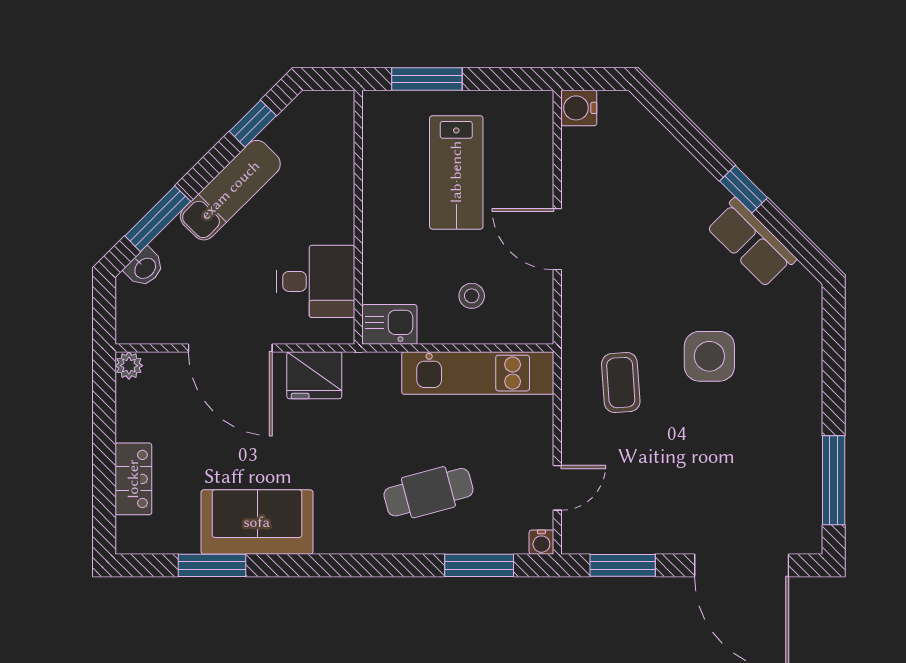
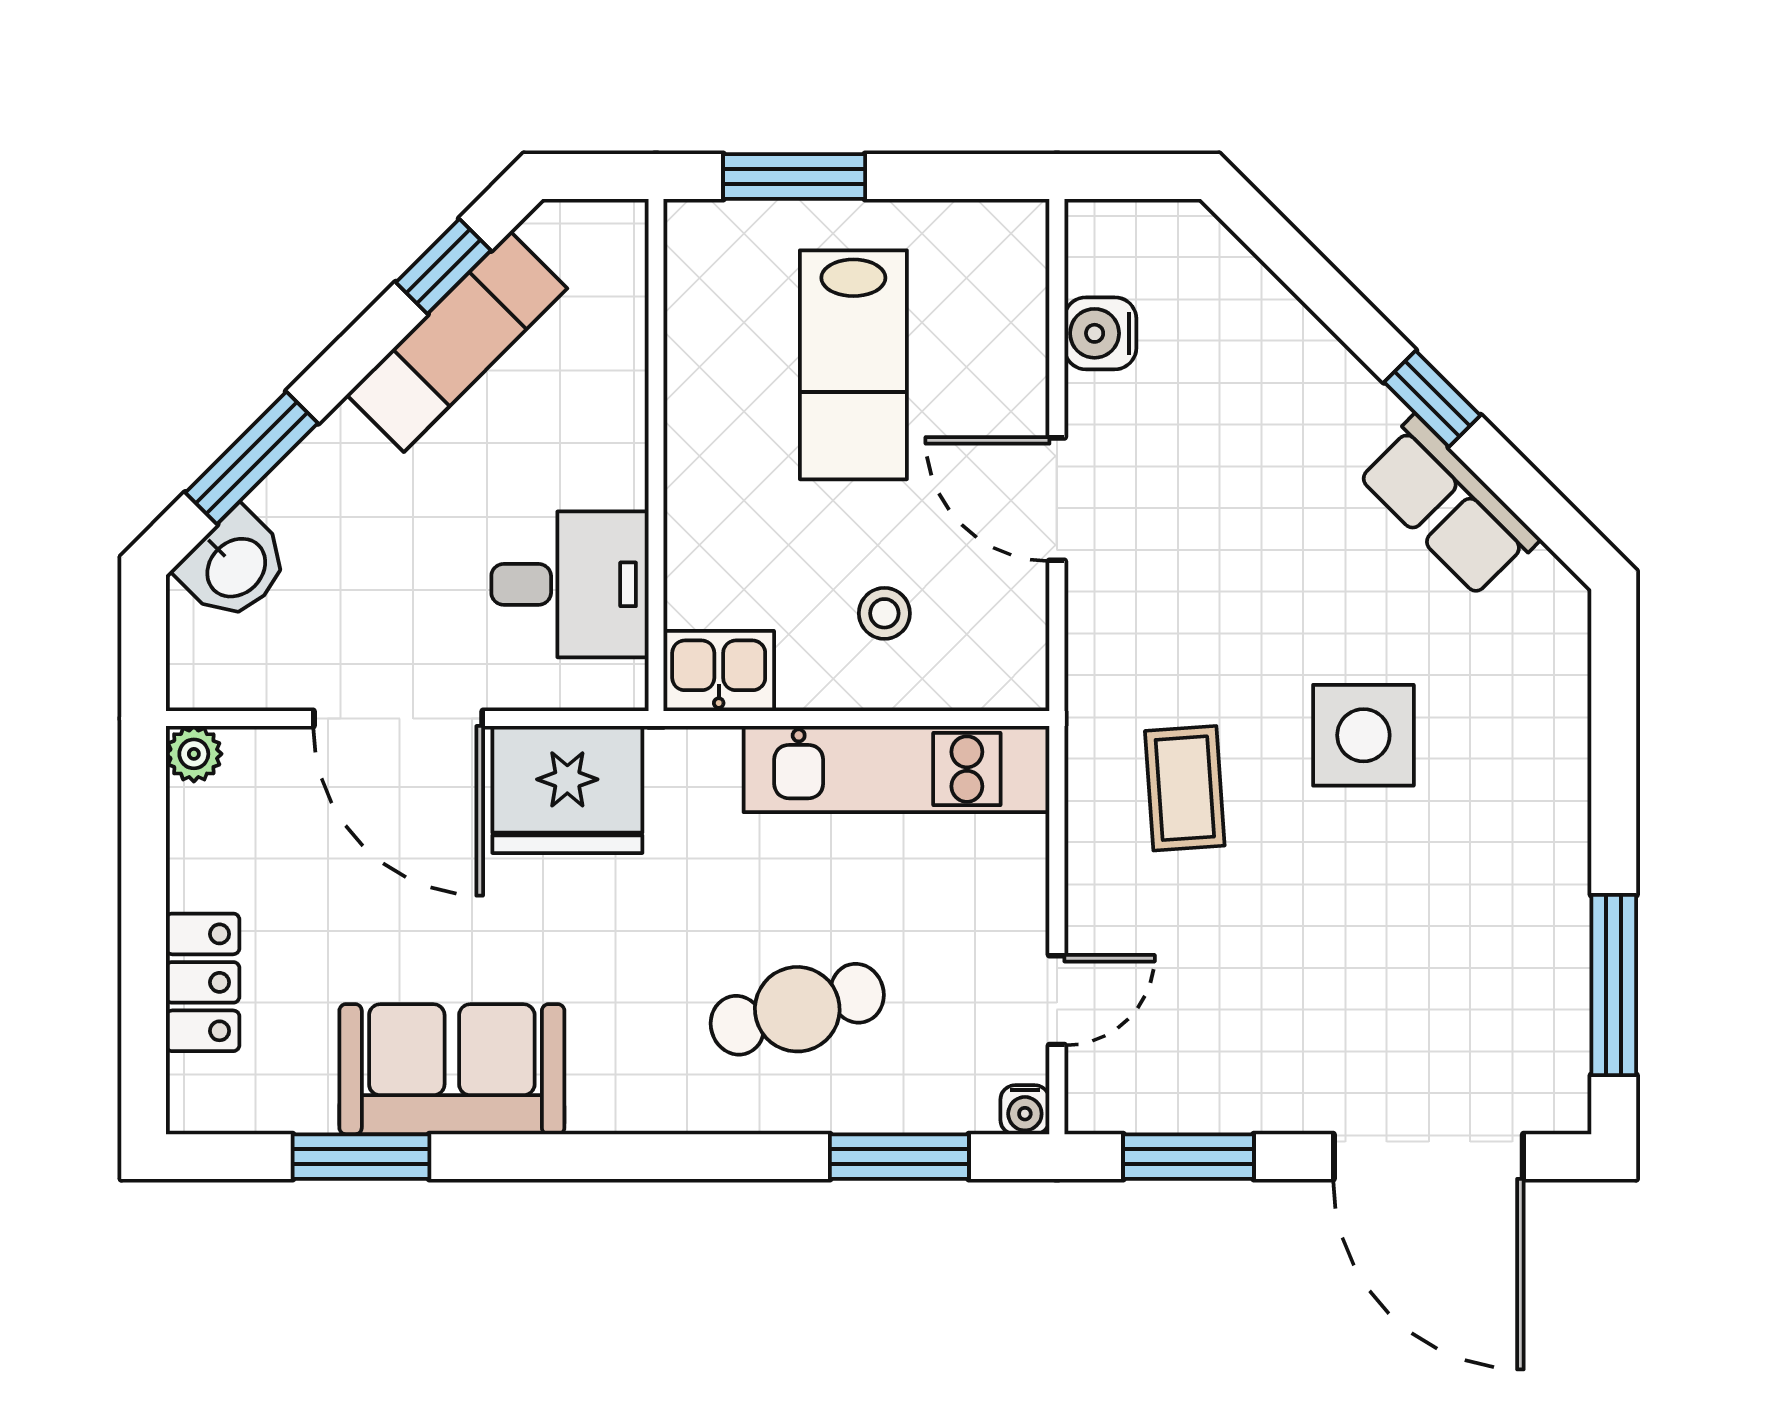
water cooler: (579, 108) -> (1100, 333), moved
exam couch: (230, 190) -> (457, 342), moved
washbasin: (145, 268) -> (234, 566), width x1.38, depth x1.45
fridge: (314, 375) -> (567, 790), width x1.36, depth x1.34

